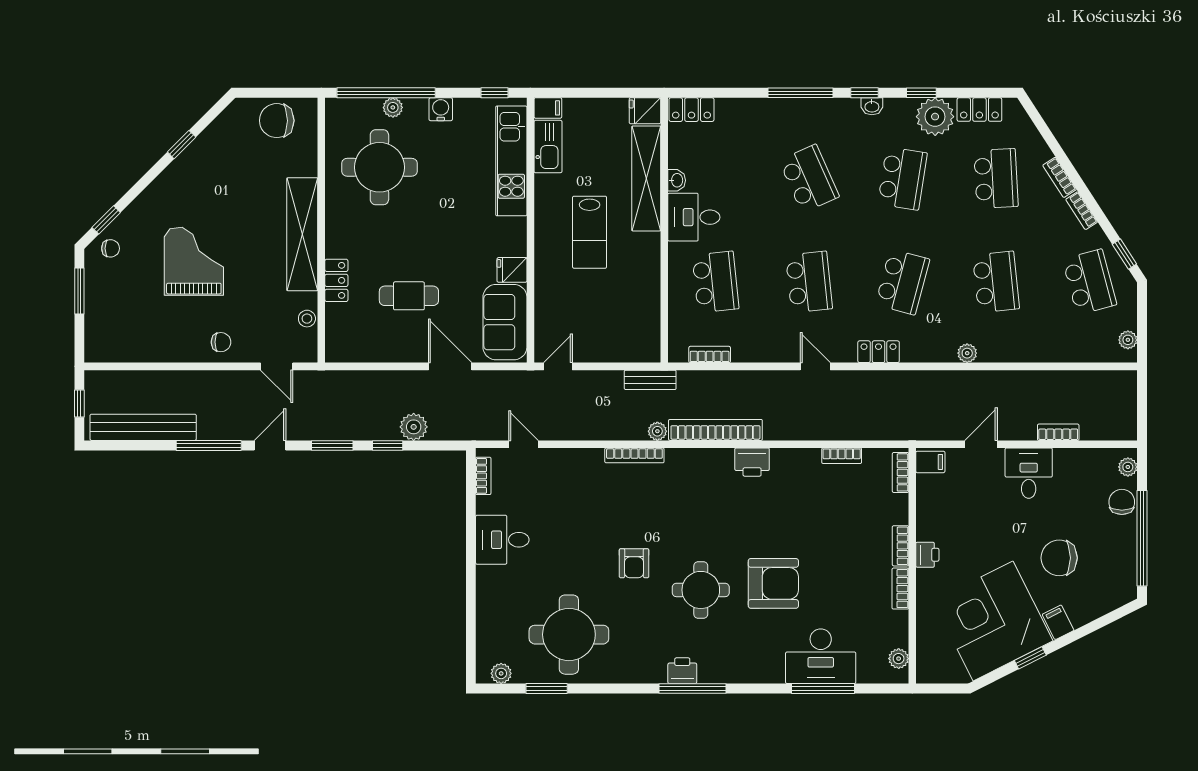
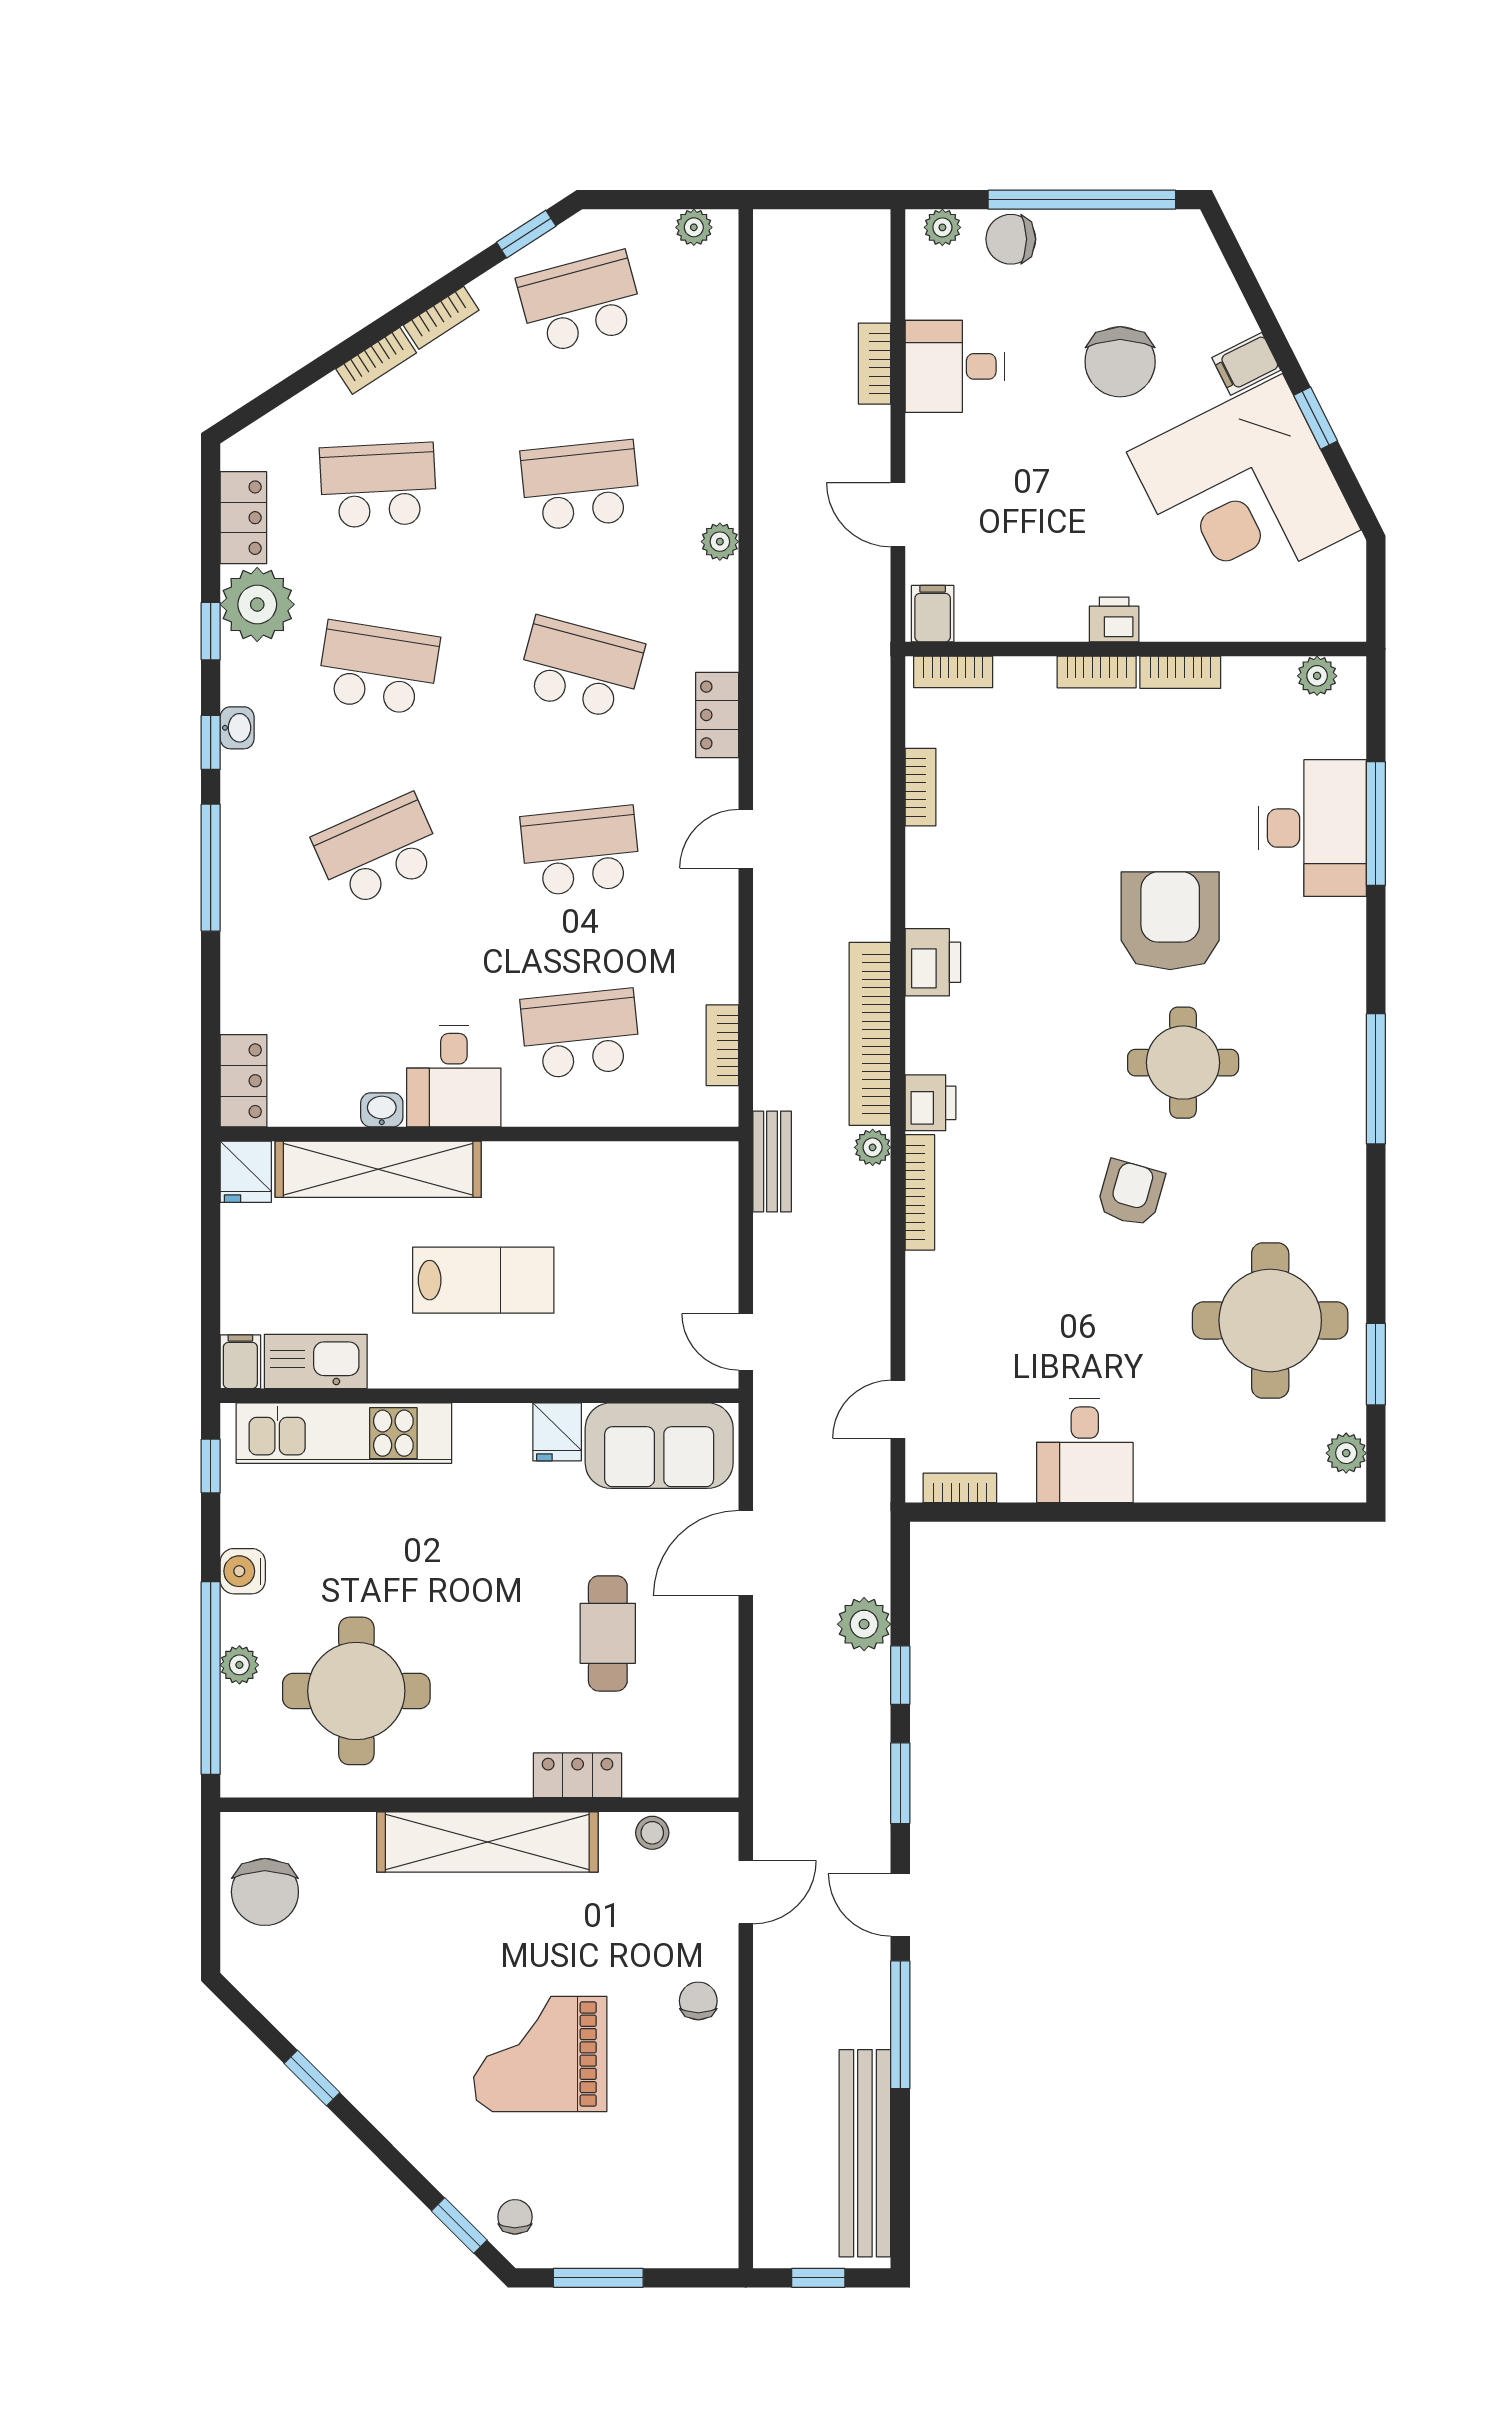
desk: (1029, 473) -> (955, 366), moved
armchair: (634, 563) -> (1131, 1193), turned -74
printer: (682, 671) -> (930, 1103), moved, turned 180

